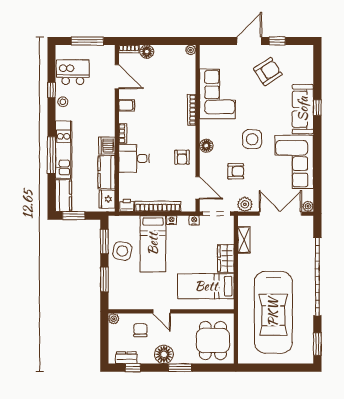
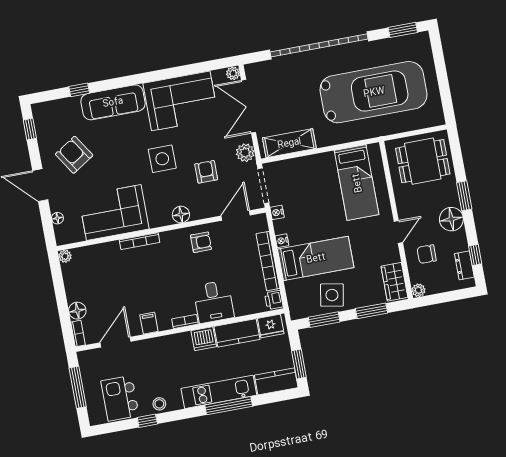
window: (277, 41) -> (30, 129), moved
floor lamp: (221, 50) -> (57, 218), added
window: (317, 107) -> (79, 90), moved
shelving: (244, 240) -> (289, 143), width x1.50, depth x1.33
wardrobe: (226, 258) -> (394, 282), moved, turned 90

